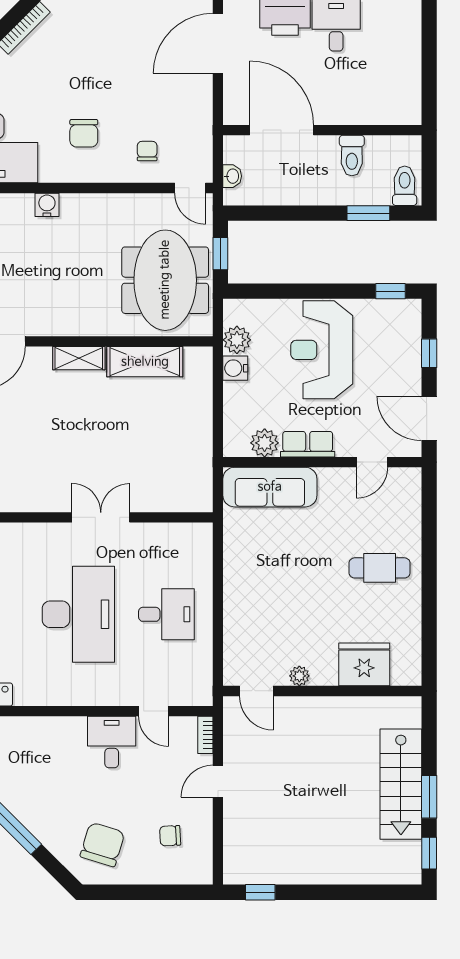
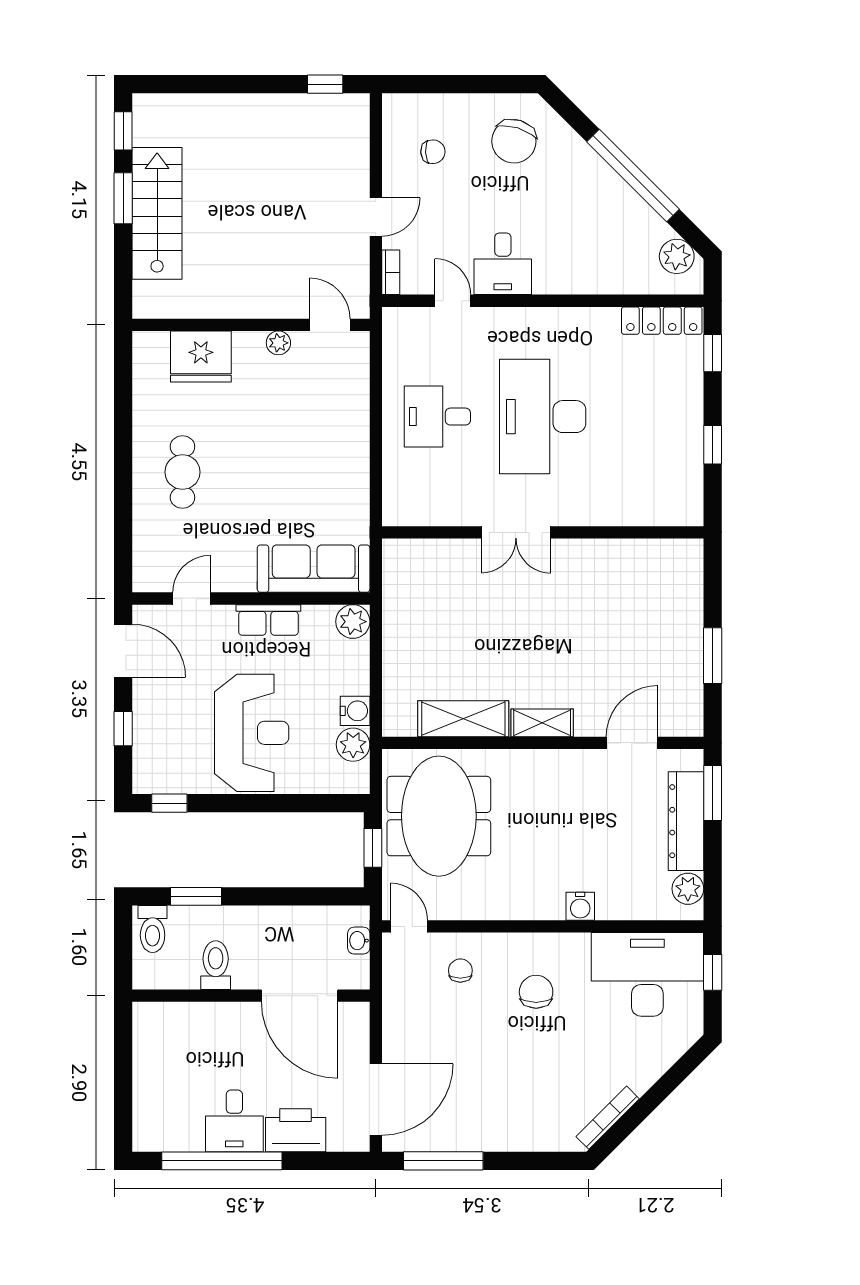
chair: (147, 151) -> (460, 971), turned 180
plant: (265, 443) -> (353, 622), moved
cafe table: (380, 568) -> (182, 472), turned 90

